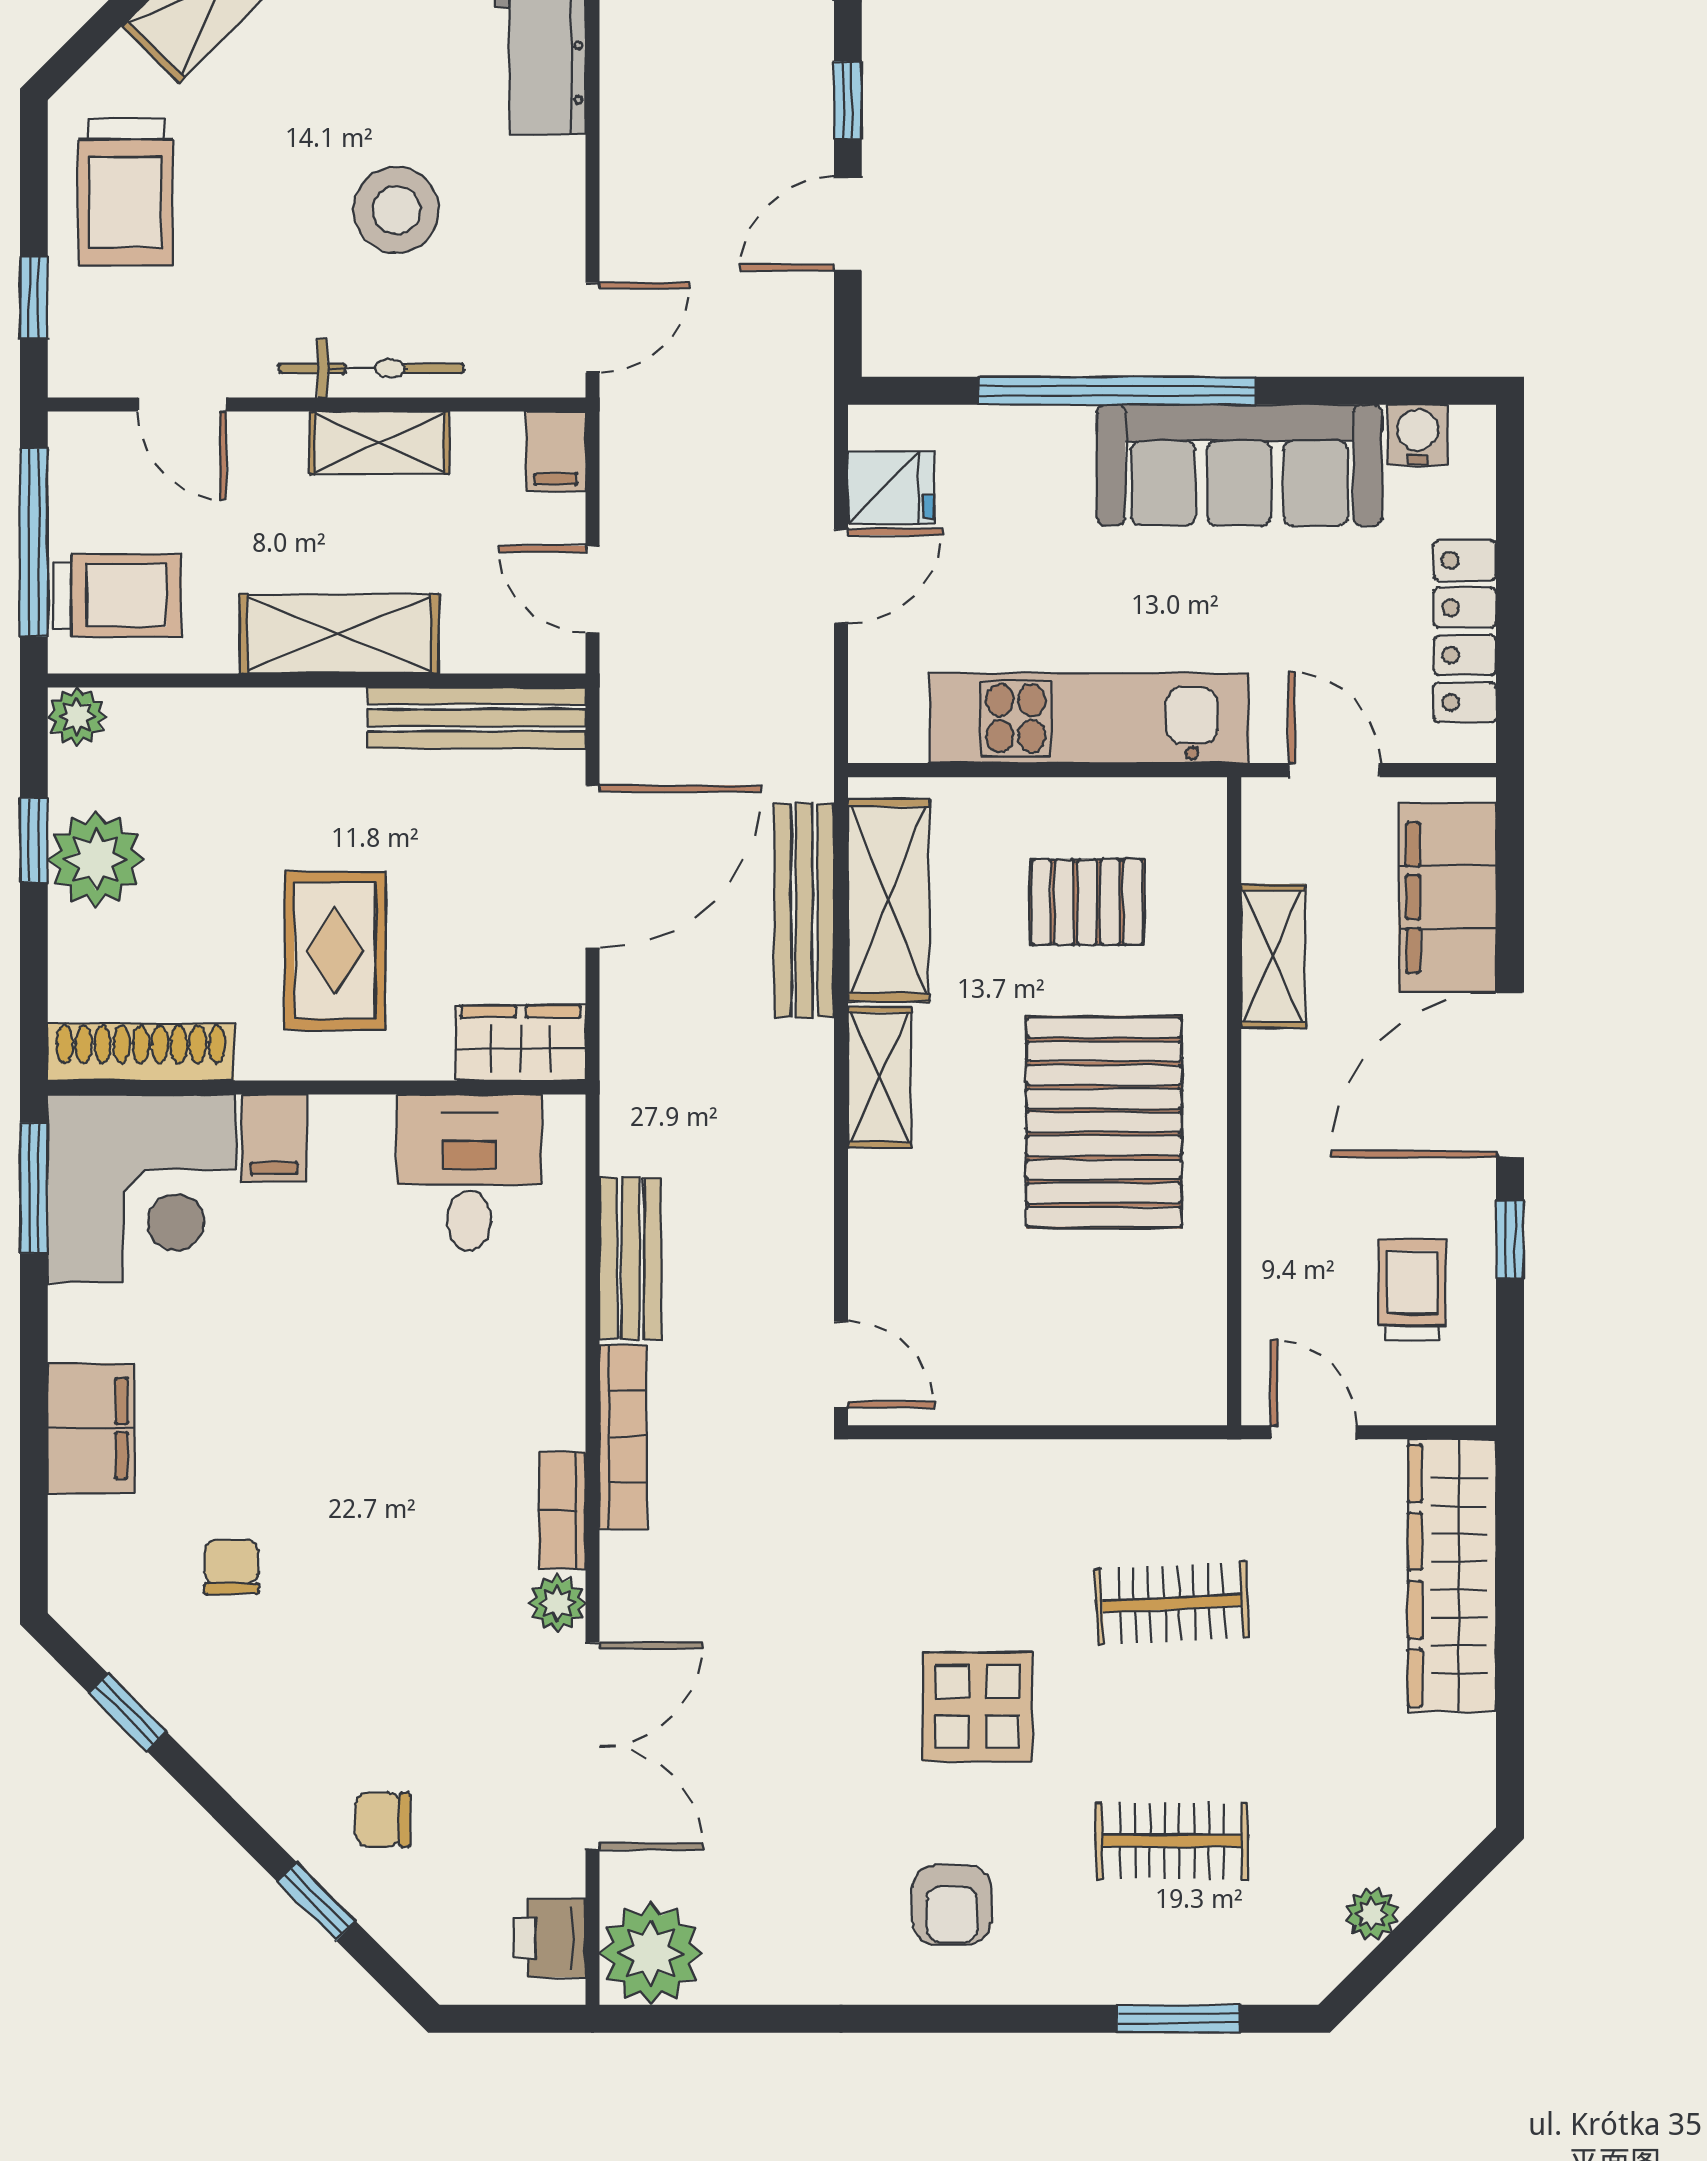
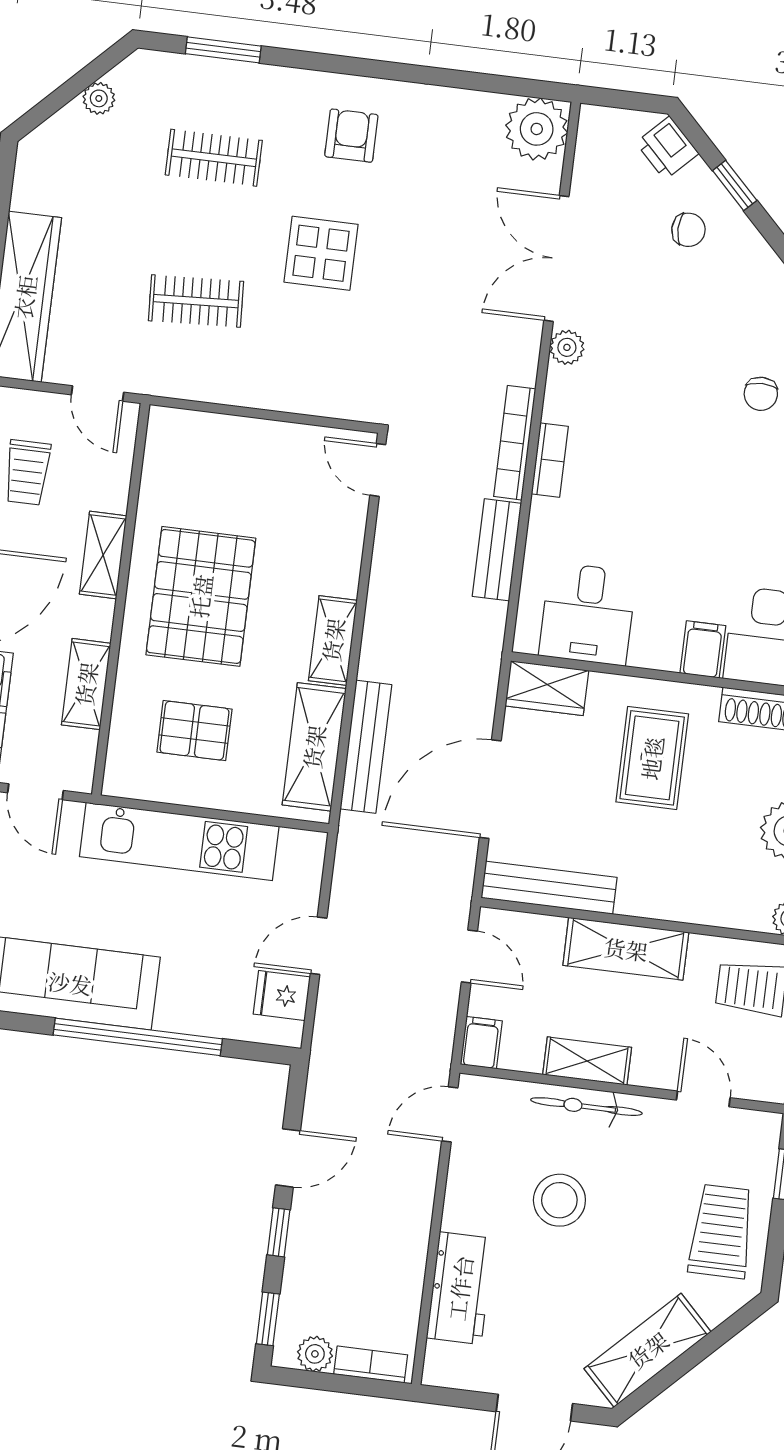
shelving: (1272, 1170) -> (103, 555), added
bookcase: (562, 1511) -> (550, 460), moved
printer: (550, 1938) -> (667, 148), moved, turned 135

